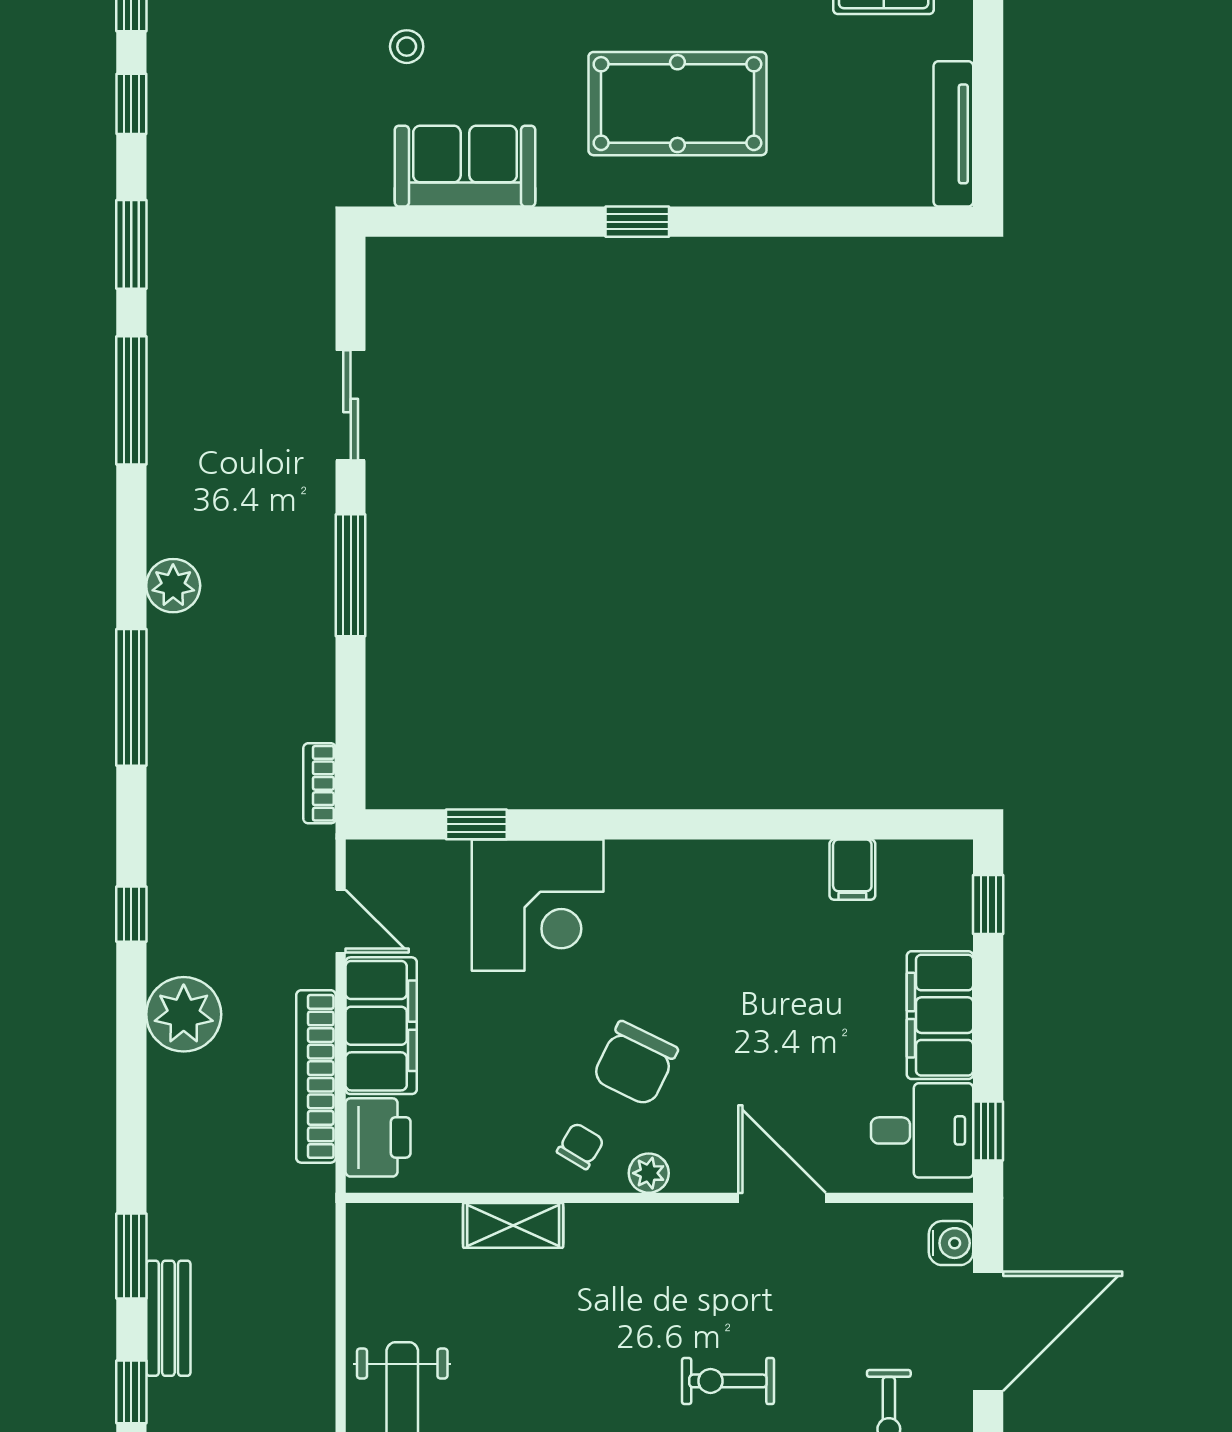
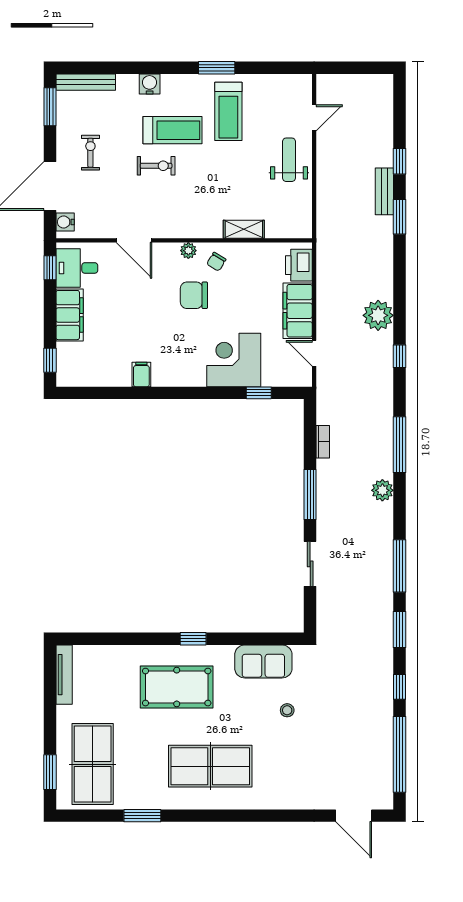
bookcase: (320, 783) -> (323, 442), moved
filing cabinet: (852, 870) -> (141, 374), moved
chair: (635, 1064) -> (194, 295), turned -116
bookcase: (316, 1076) -> (324, 290), removed

